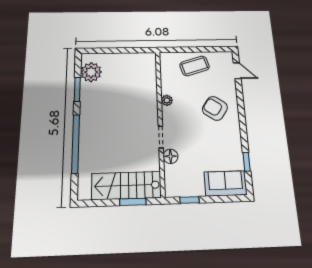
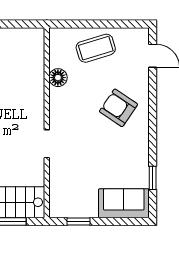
plant: (167, 100) -> (56, 96), removed
floor lamp: (170, 156) -> (58, 78), moved

